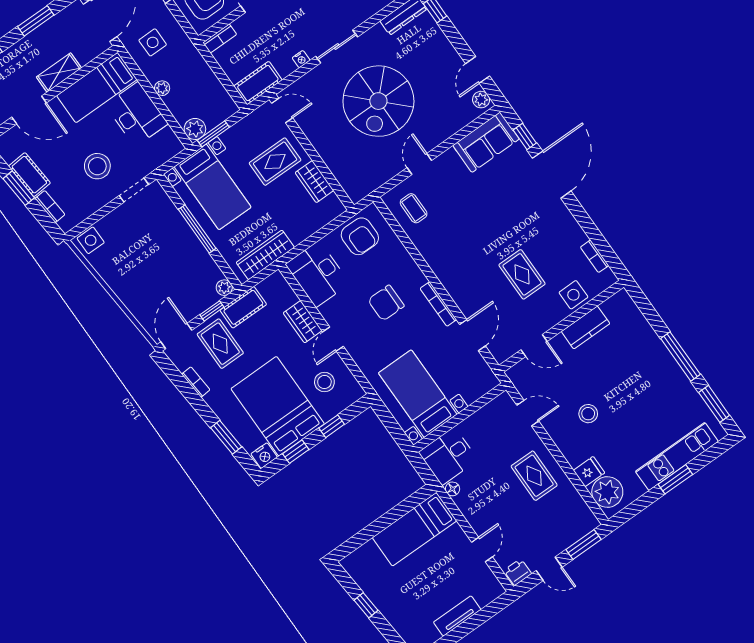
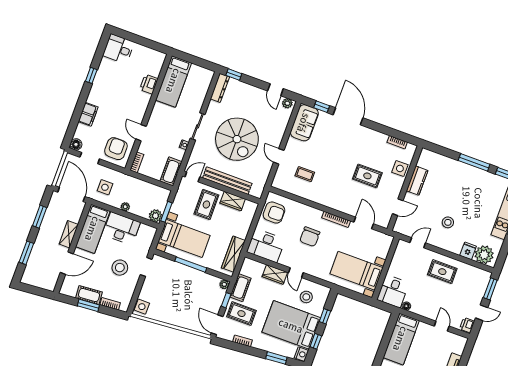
bench: (326, 149) -> (227, 181), added
coffee table: (414, 208) -> (305, 174), moved

